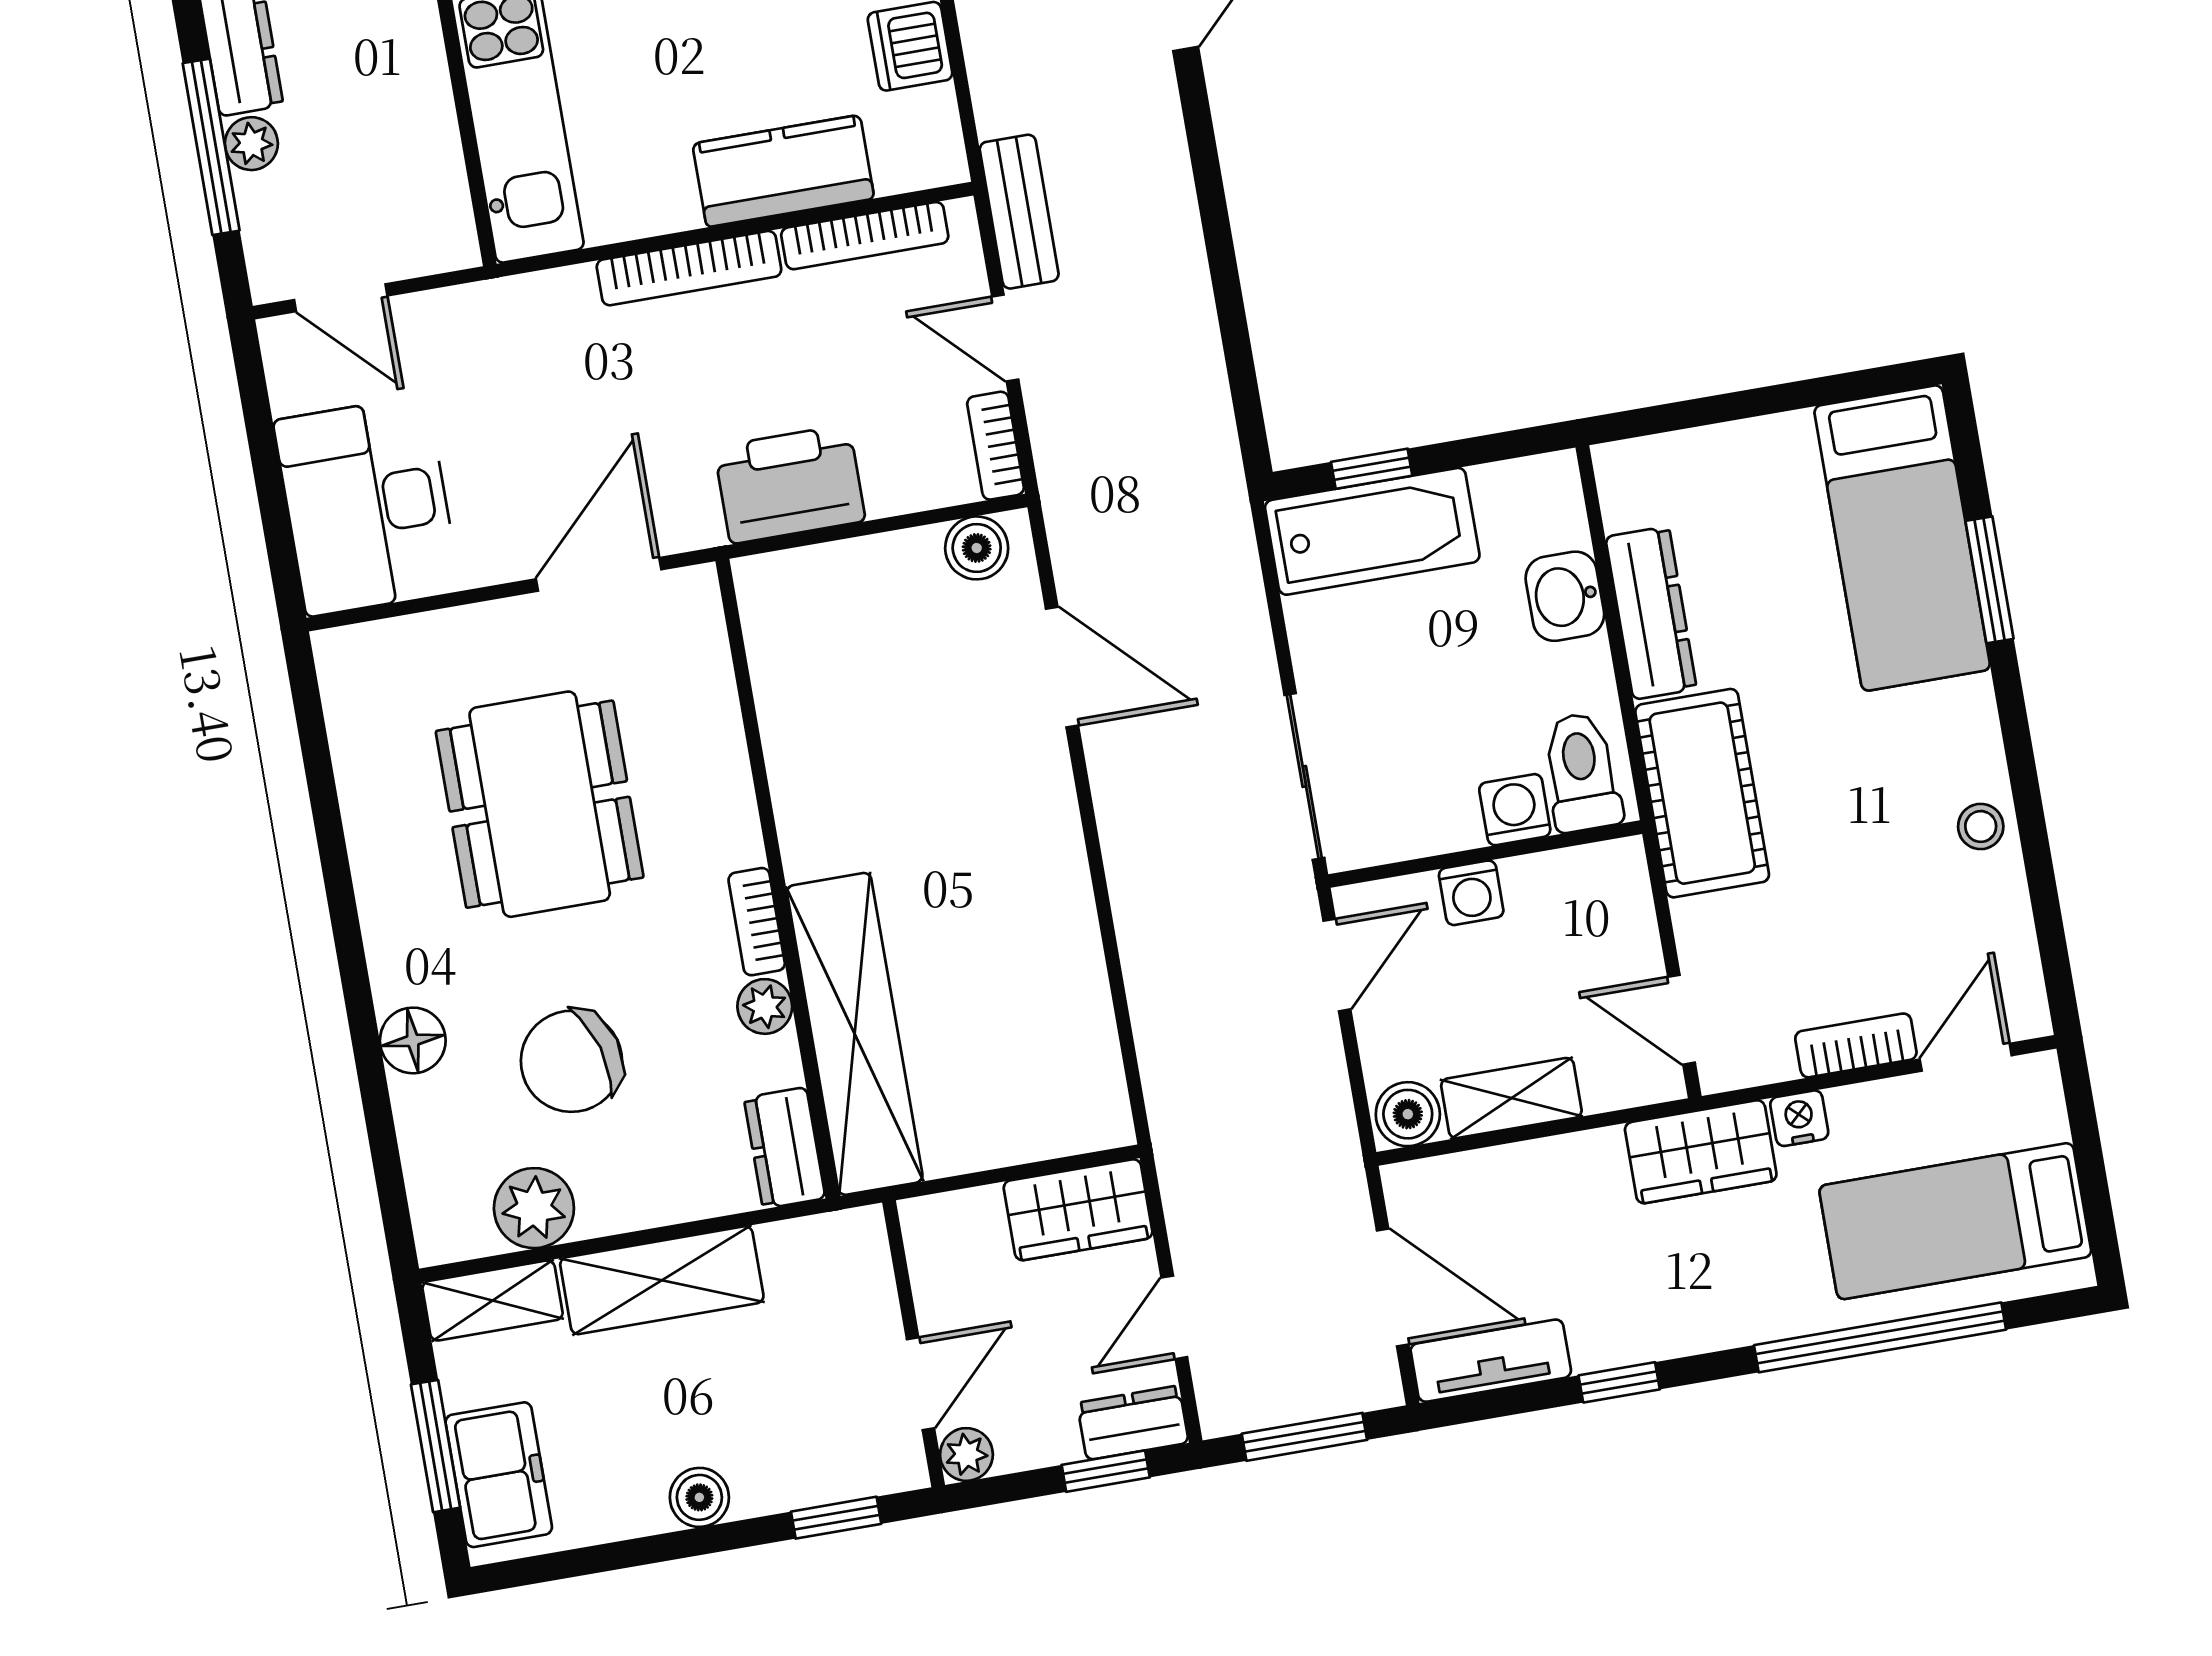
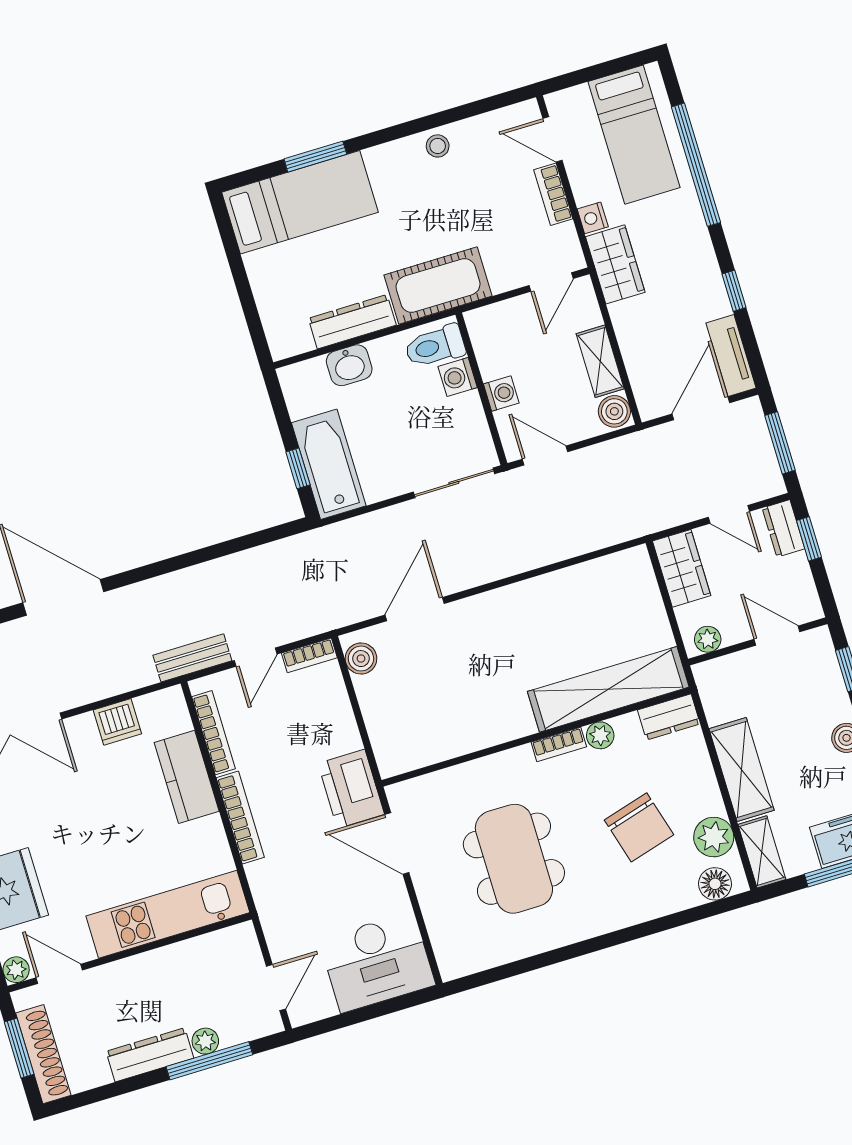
printer: (790, 484) -> (351, 789), moved
dining table: (540, 804) -> (514, 859), turned 90
floor lamp: (413, 1040) -> (715, 884), moved
plant: (966, 1454) -> (708, 639), moved

